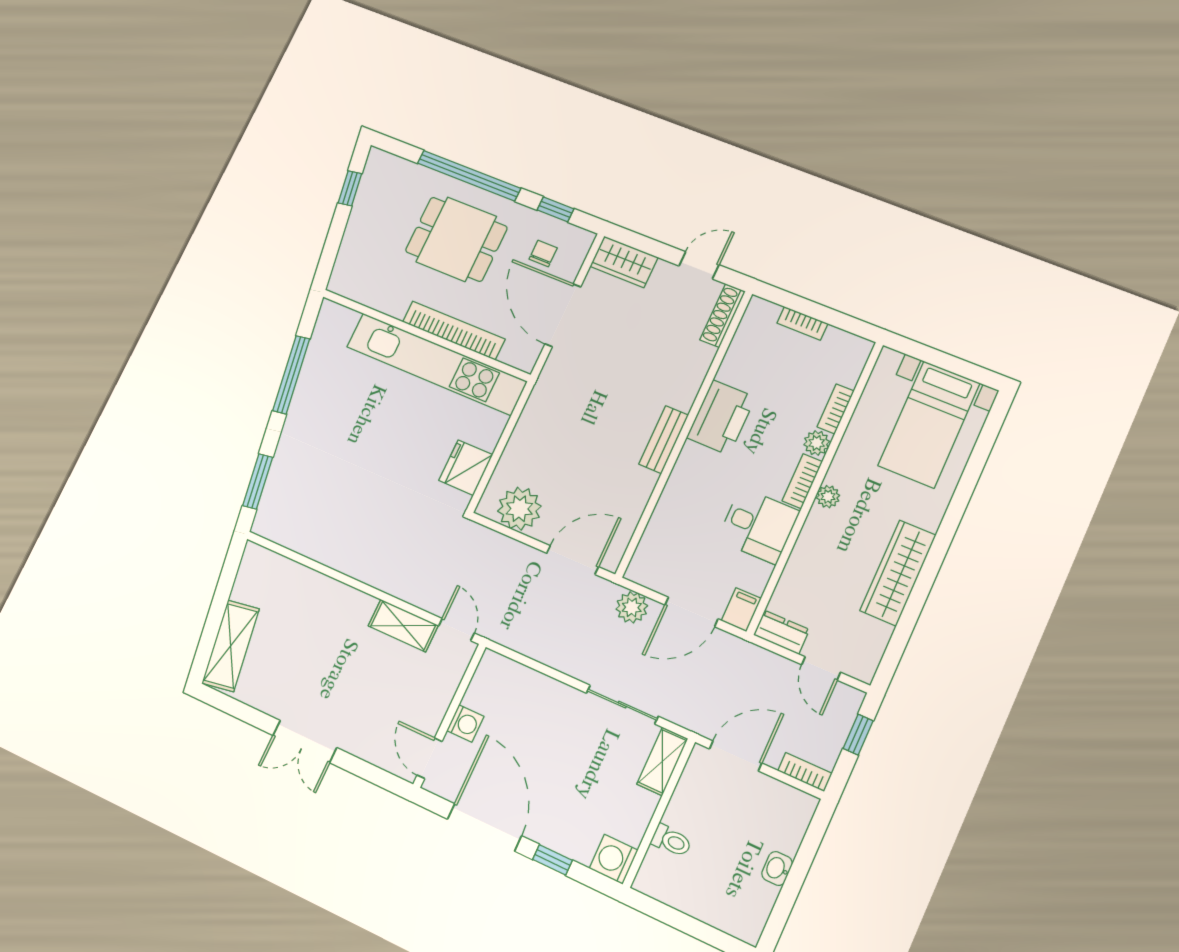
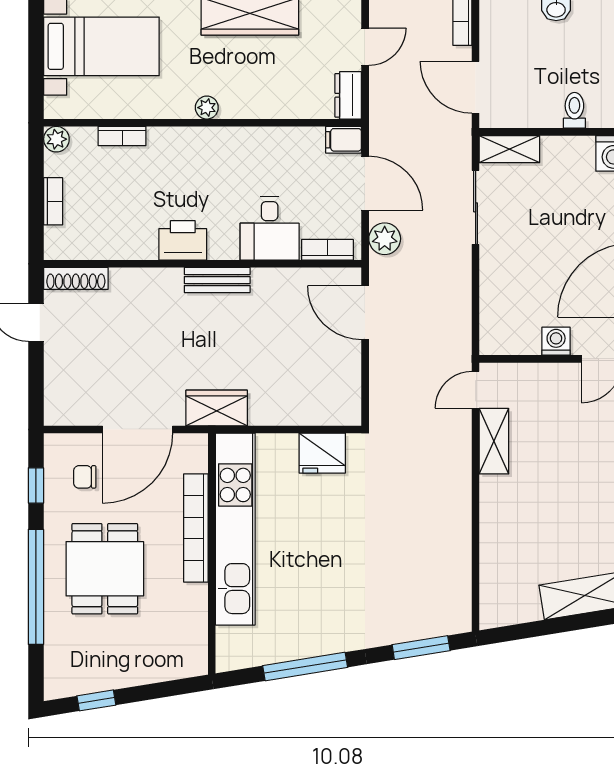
wardrobe: (624, 262) -> (217, 408), moved, turned -90
printer: (721, 417) -> (183, 240), width x0.73, depth x0.84
plant: (817, 443) -> (56, 139), moved
bookcase: (802, 481) -> (327, 250), moved, turned 180
plant: (519, 509) -> (339, 384), removed
desk: (758, 526) -> (270, 228), moved, turned 180

